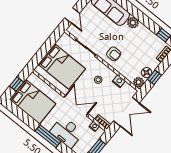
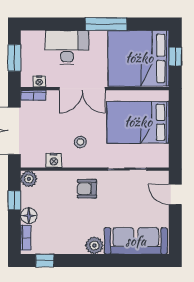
floor lamp: (147, 73) -> (29, 216), moved
bed: (33, 102) -> (139, 58), width x1.36
window: (48, 136) -> (106, 24), moved

